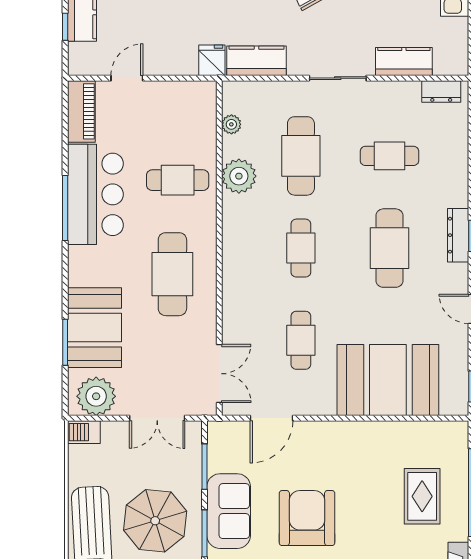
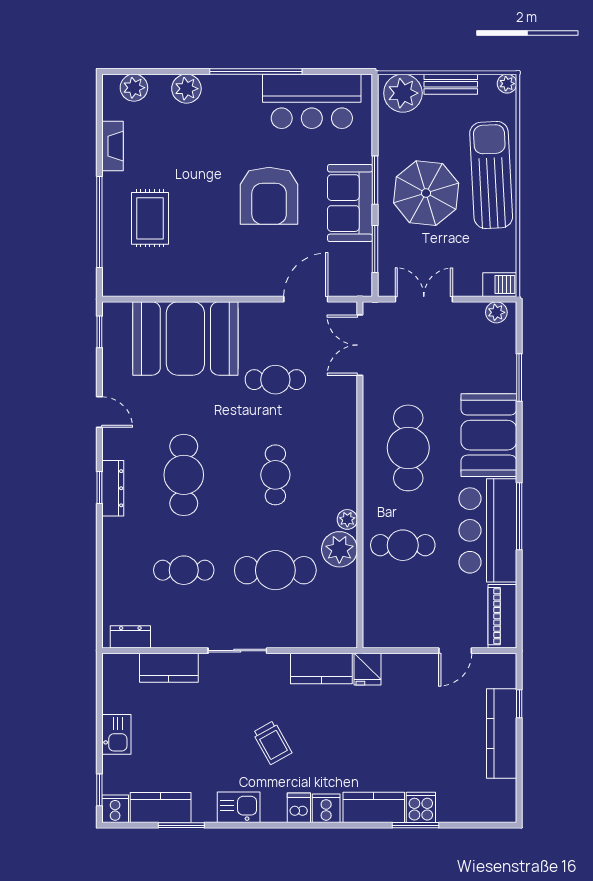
plant: (231, 124) -> (347, 519), moved
cafe table: (301, 156) -> (275, 570), turned 90
booth: (94, 328) -> (489, 435), moved
cafe table: (301, 340) -> (275, 380), turned 90
plant: (96, 396) -> (496, 312), width x0.53, depth x0.53

